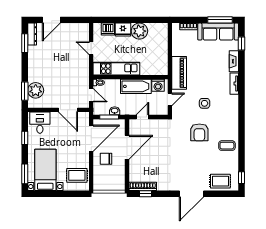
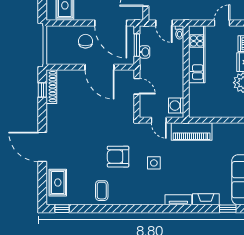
bathtub: (136, 86) -> (175, 78), removed
door: (91, 95) -> (164, 23), hinge flipped

